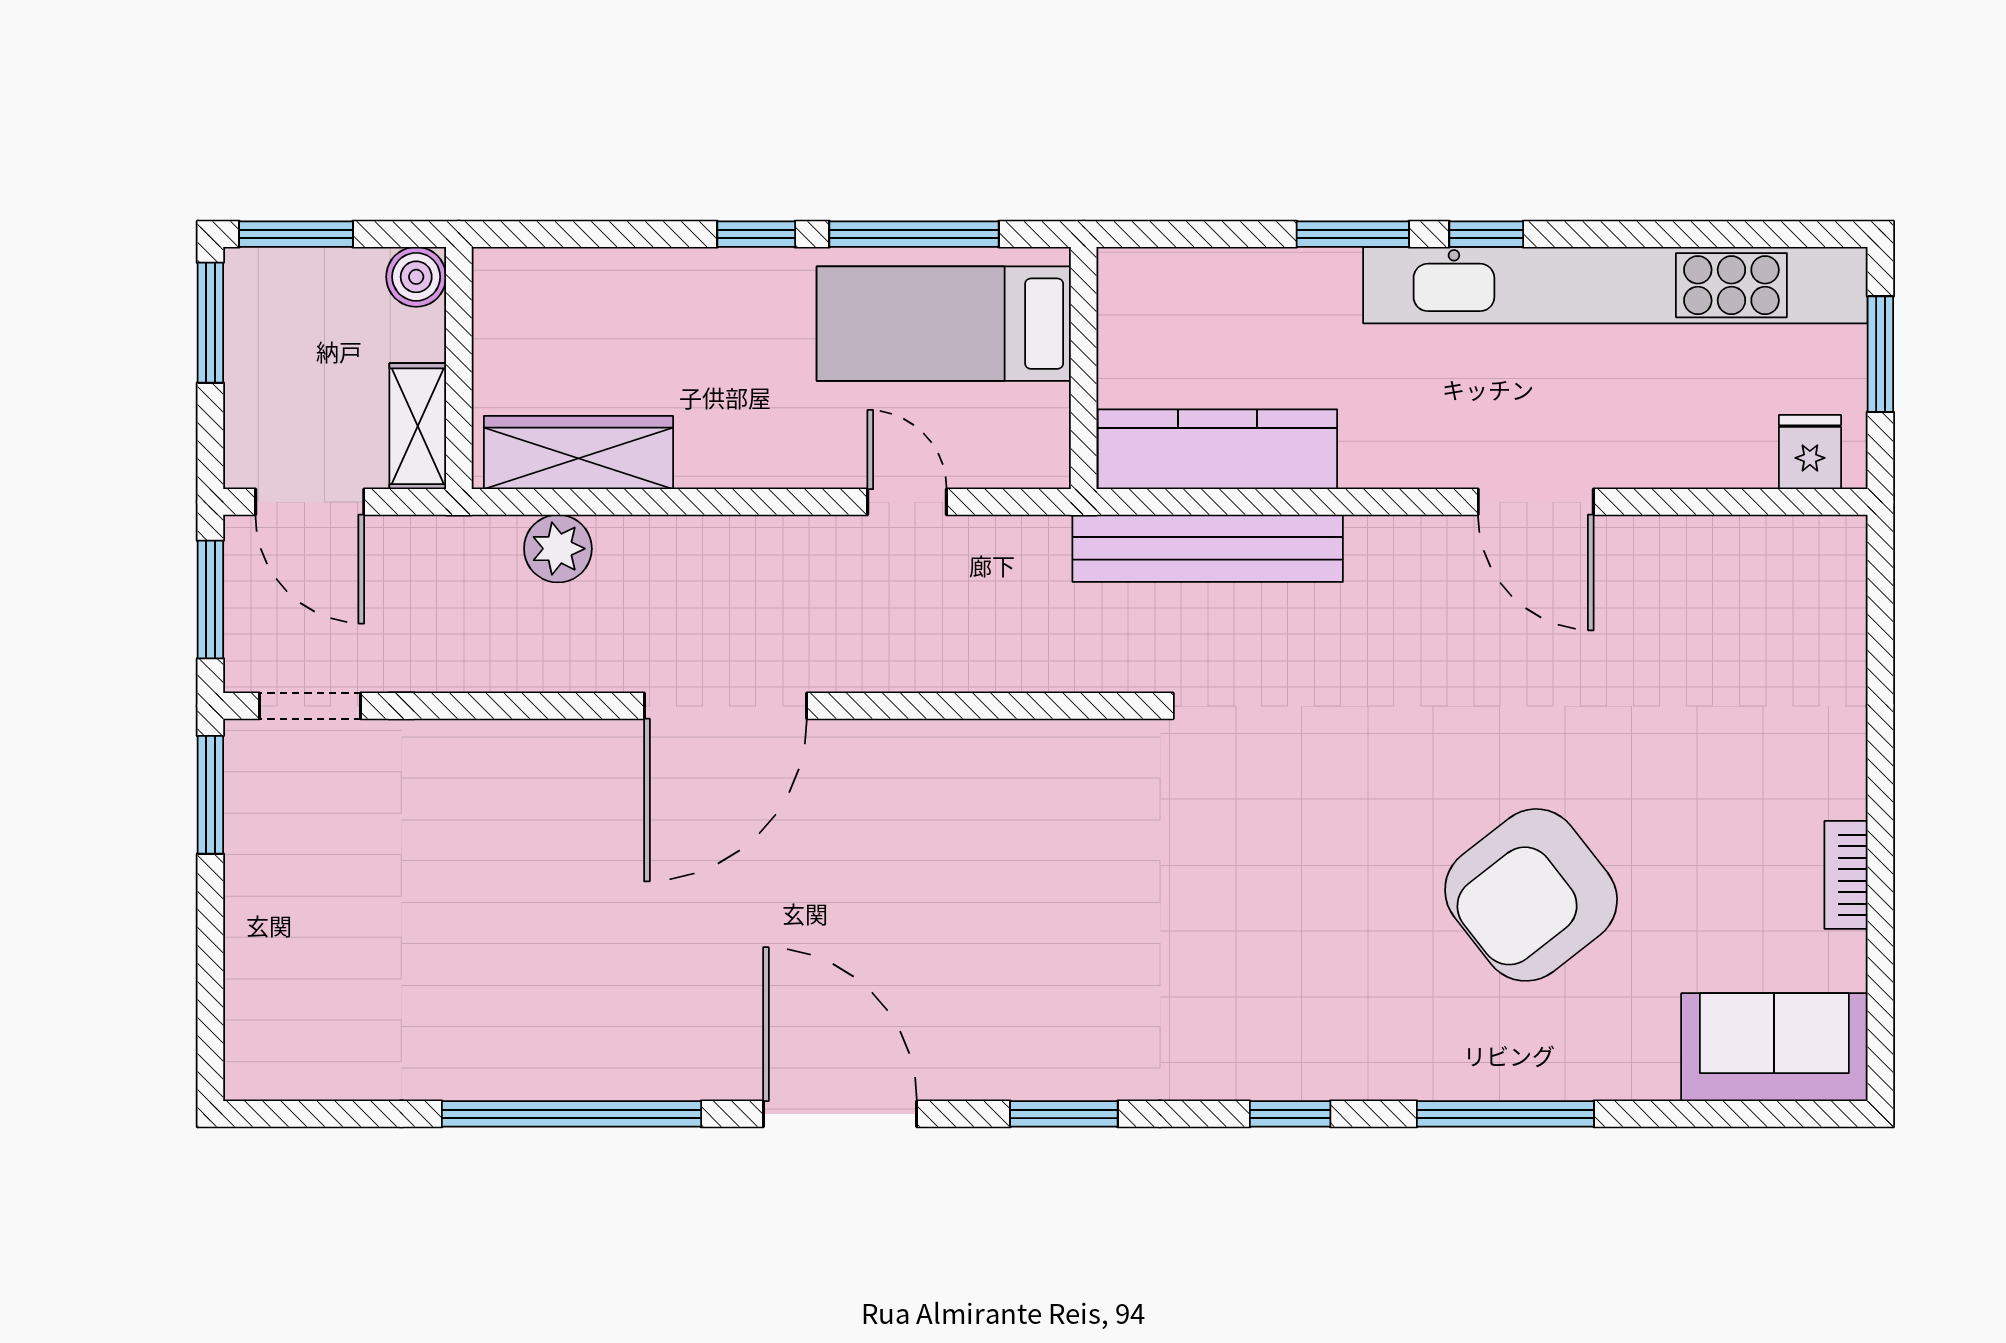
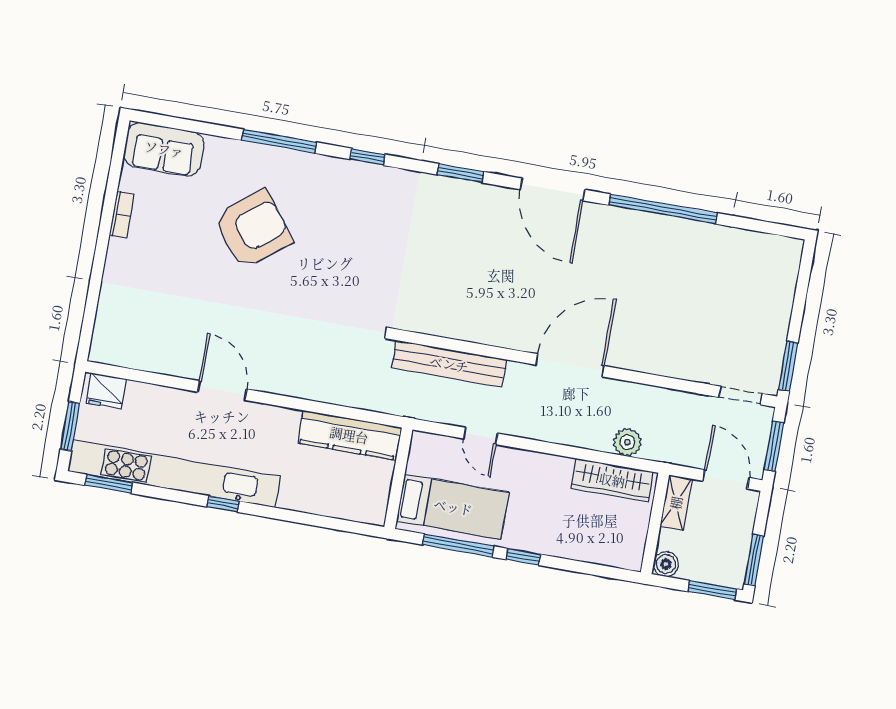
window: (1353, 234) -> (109, 484), moved
fridge: (1810, 452) -> (106, 391), width x1.38
bench: (1208, 548) -> (449, 364), moved

